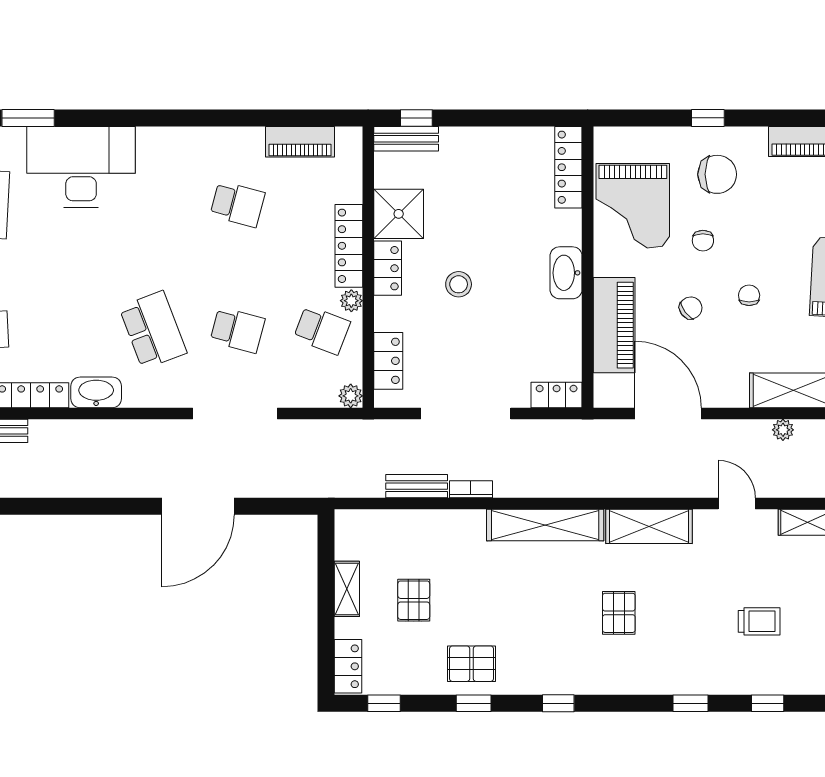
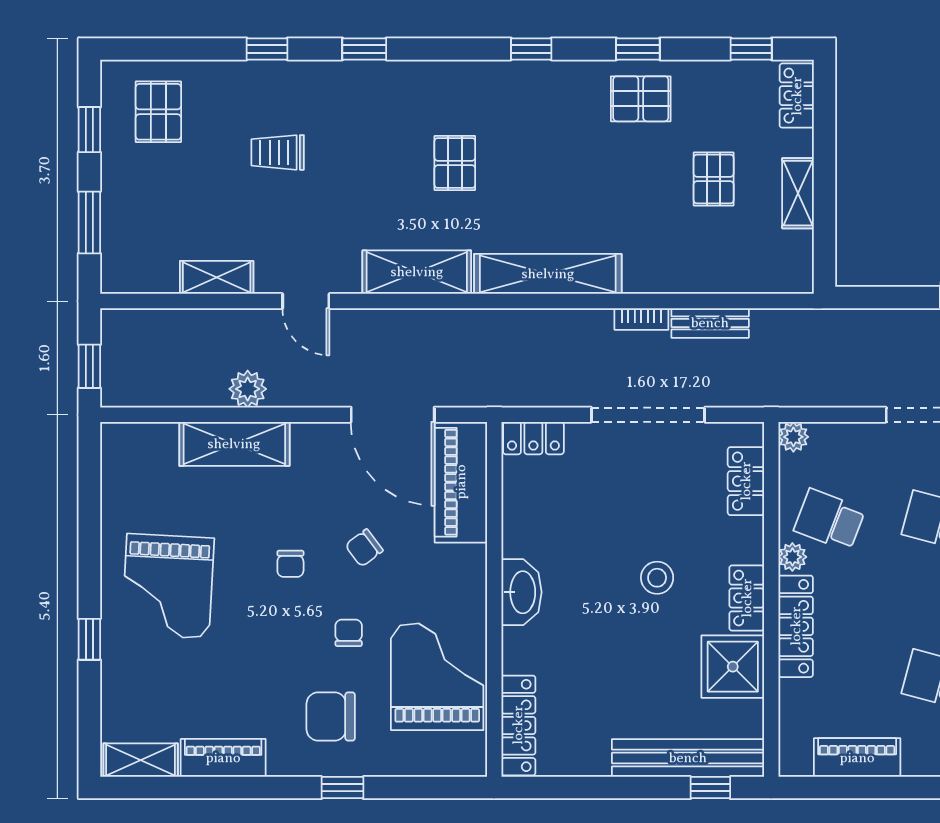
bench: (406, 139) -> (688, 758), width x1.86, depth x1.21
piano: (614, 325) -> (461, 482), moved
plant: (783, 430) -> (248, 389), width x1.38, depth x1.38

